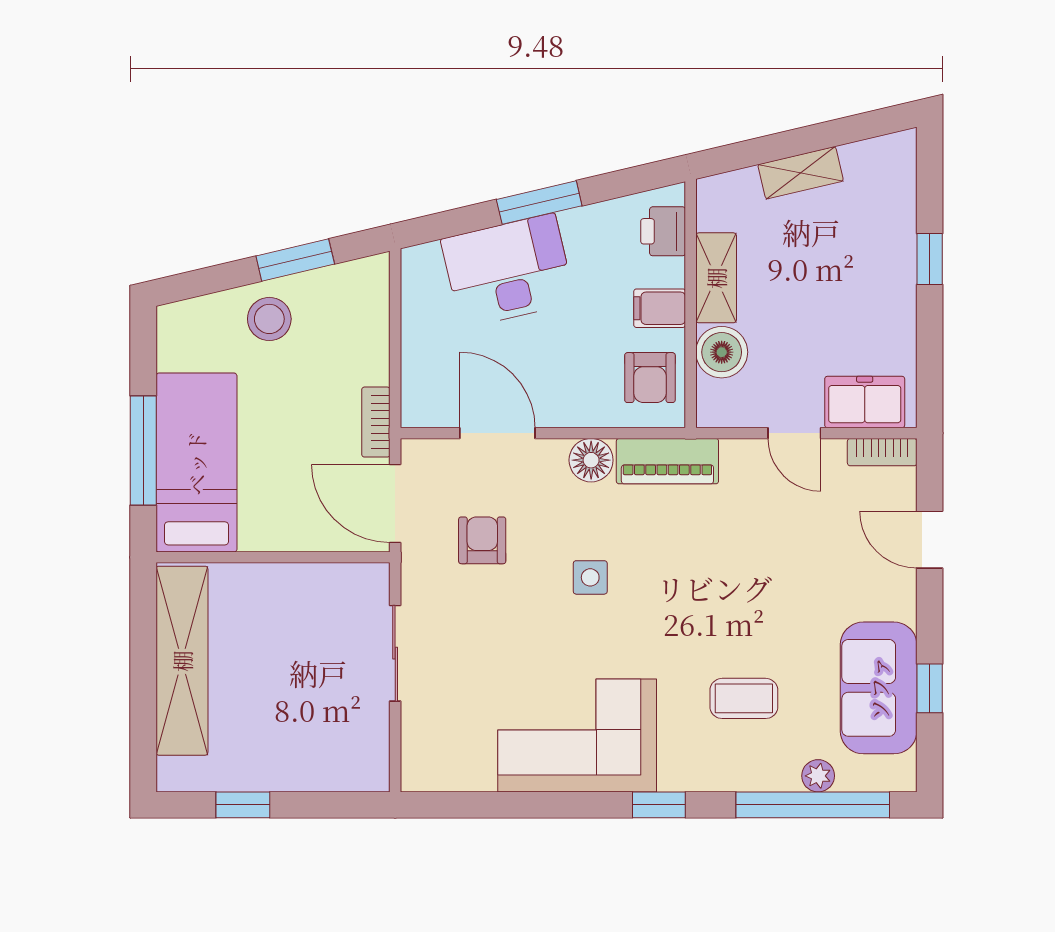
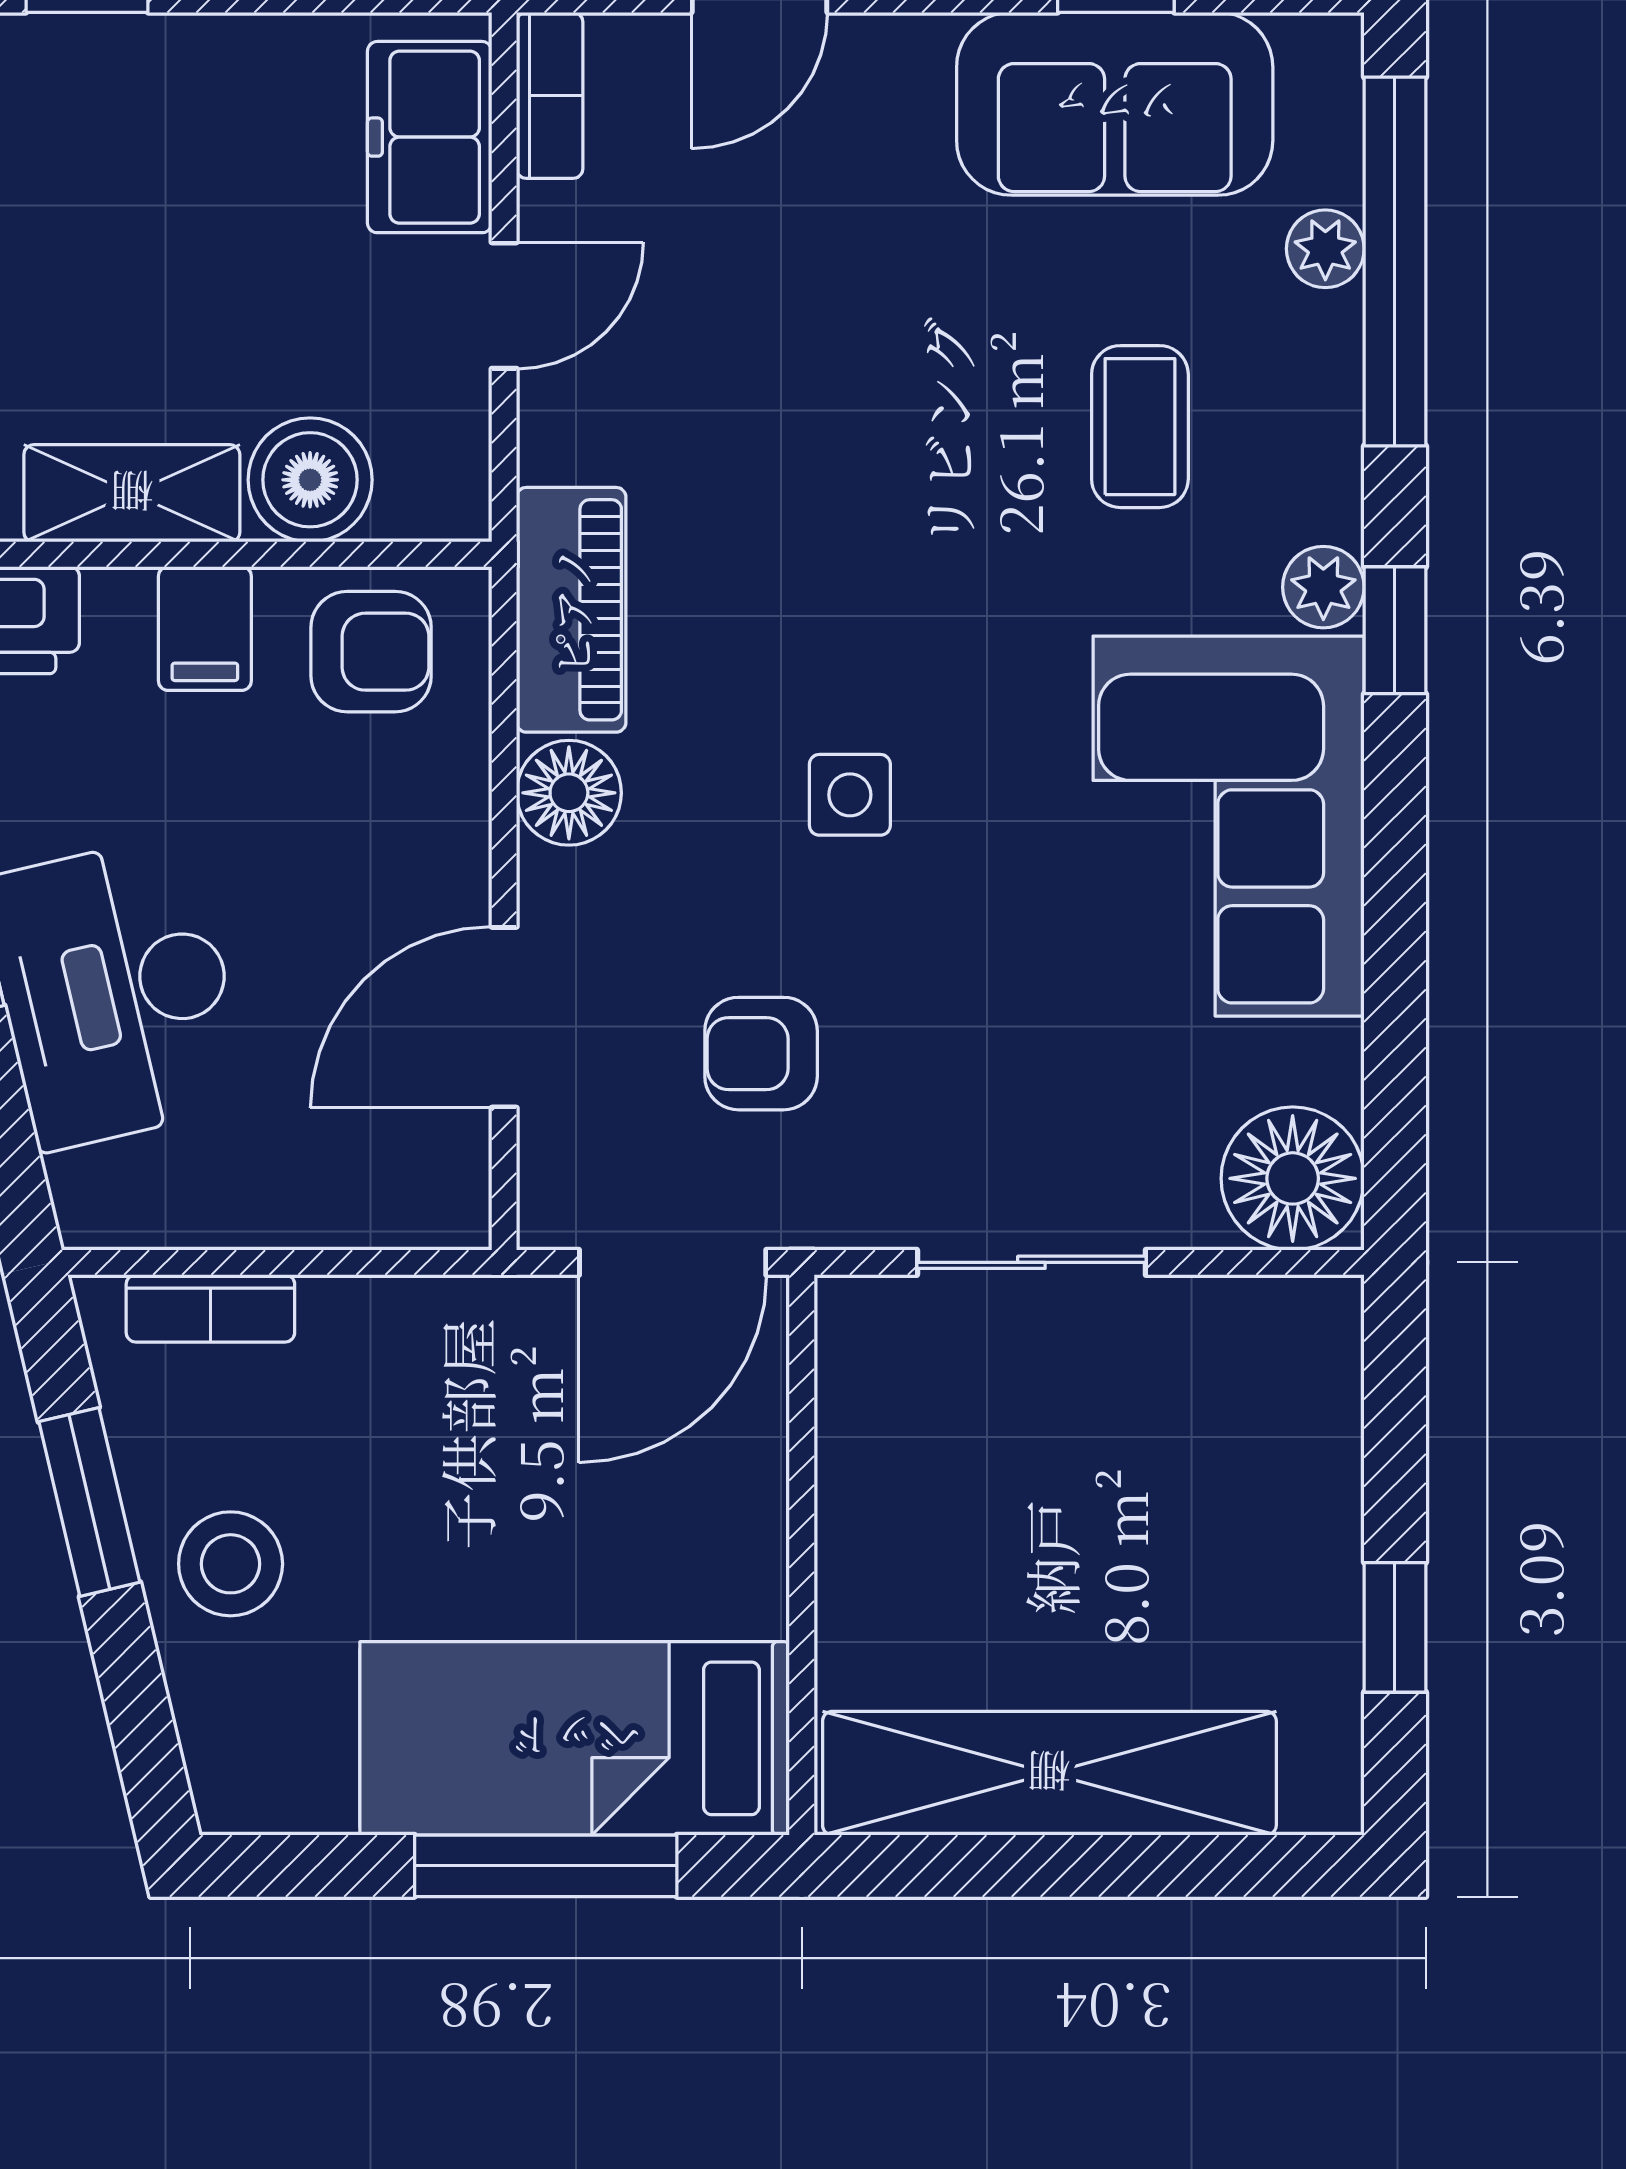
bookcase: (376, 422) -> (210, 1308), moved
floor lamp: (430, 762) -> (1293, 1178), added
plant: (677, 775) -> (1323, 587), added

